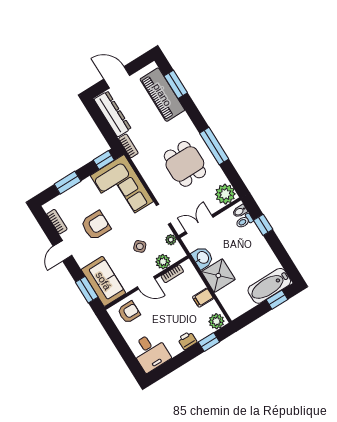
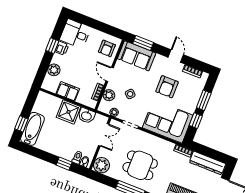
window: (104, 160) -> (196, 121), moved
door: (146, 283) -> (110, 74), hinge flipped
filing cabinet: (203, 298) -> (68, 91), width x2.00
plant: (216, 321) -> (54, 70), moved
printer: (187, 340) -> (62, 48), moved
window: (209, 342) -> (52, 46), moved

